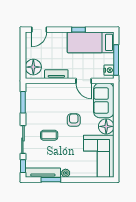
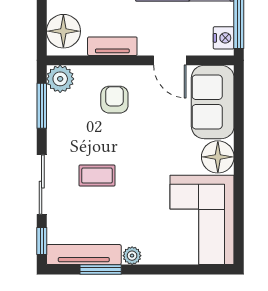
plant: (32, 90) -> (60, 79), added
armchair: (74, 120) -> (114, 100), moved

